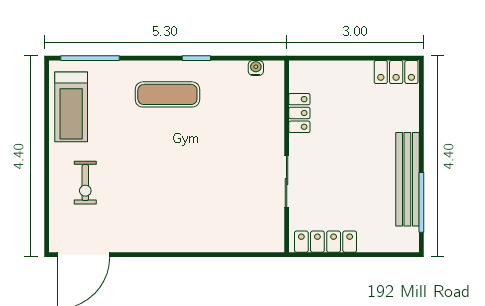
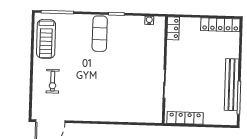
locker: (396, 72) -> (220, 25), width x1.53
exercise mat: (167, 94) -> (100, 34), turned 90
locker: (299, 113) -> (173, 28), moved

